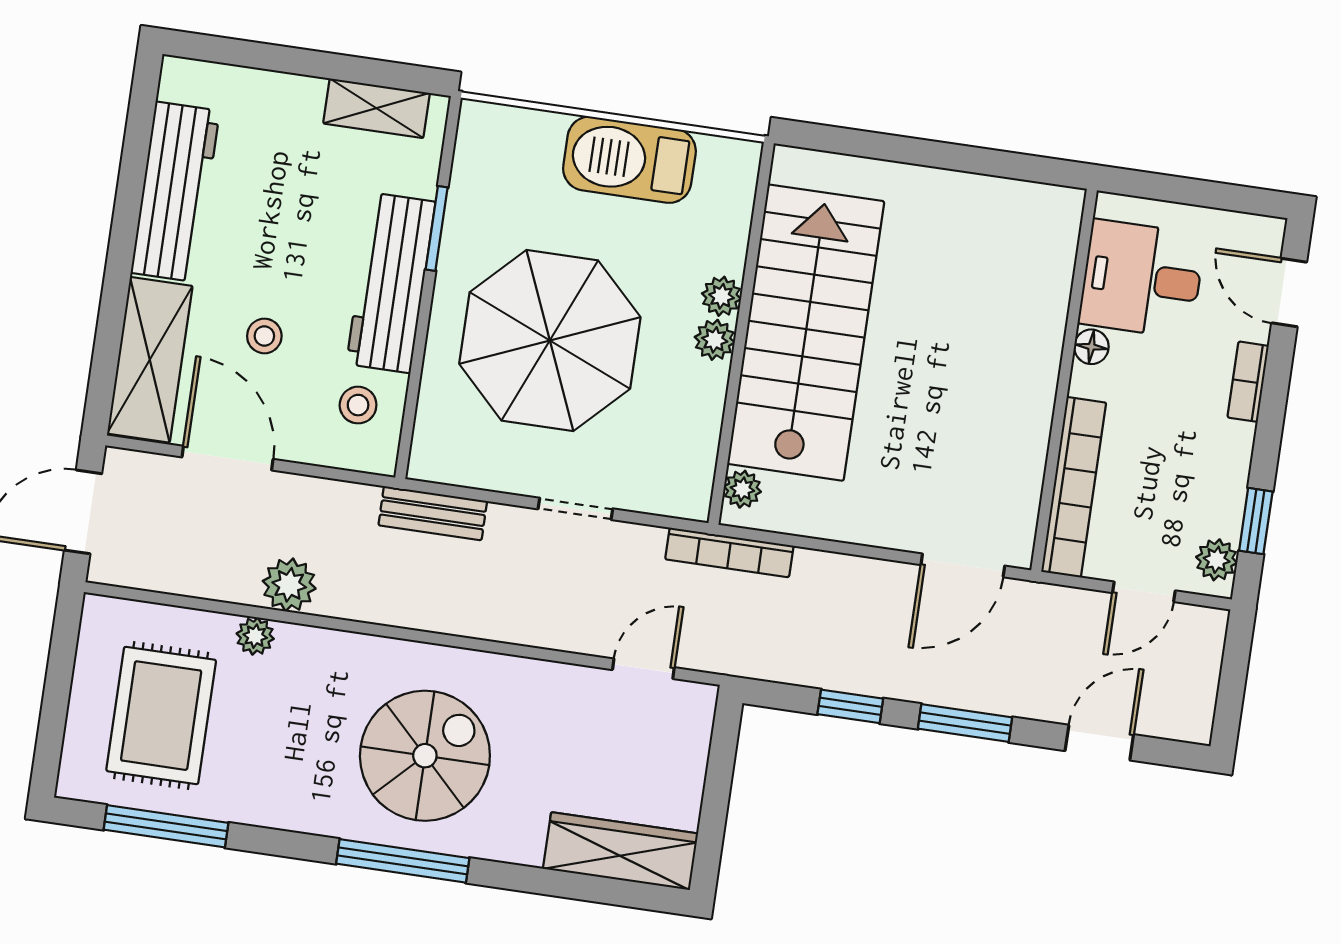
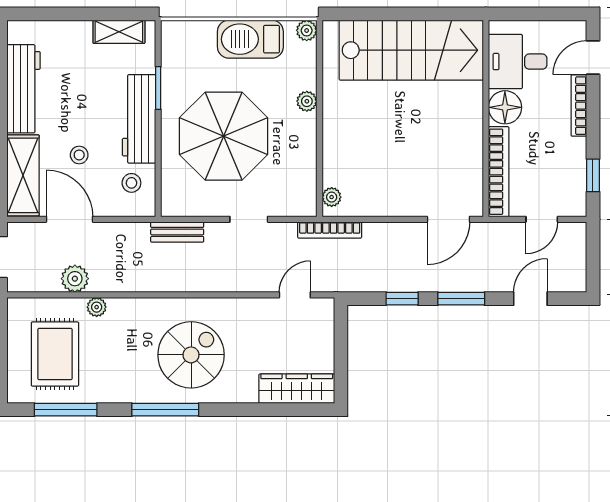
door: (1289, 292) -> (593, 58), hinge flipped
stairs: (806, 333) -> (411, 50), moved, turned 90
plant: (715, 340) -> (307, 30), moved
floor lamp: (1091, 347) -> (505, 107), width x1.89, depth x1.89
bookcase: (1248, 382) -> (579, 106), width x1.56
plant: (1217, 560) -> (576, 198), removed
plant: (289, 585) -> (75, 279), moved
window: (403, 861) -> (165, 410), moved

